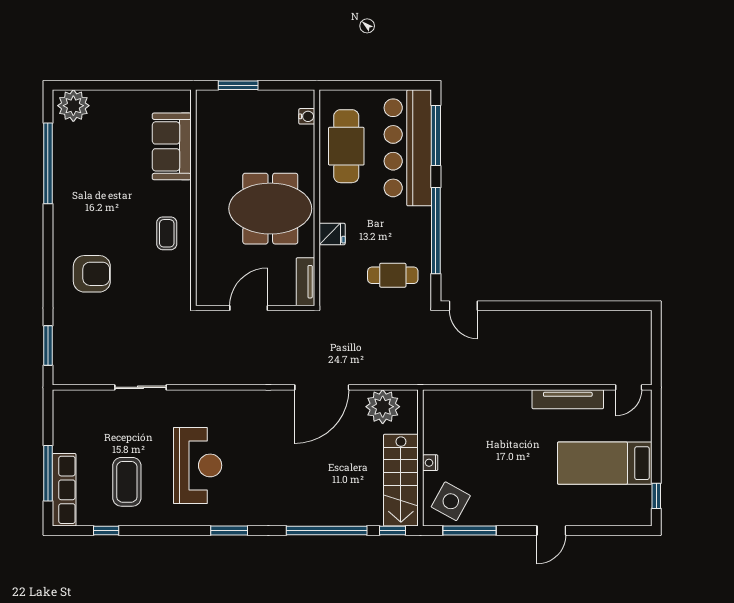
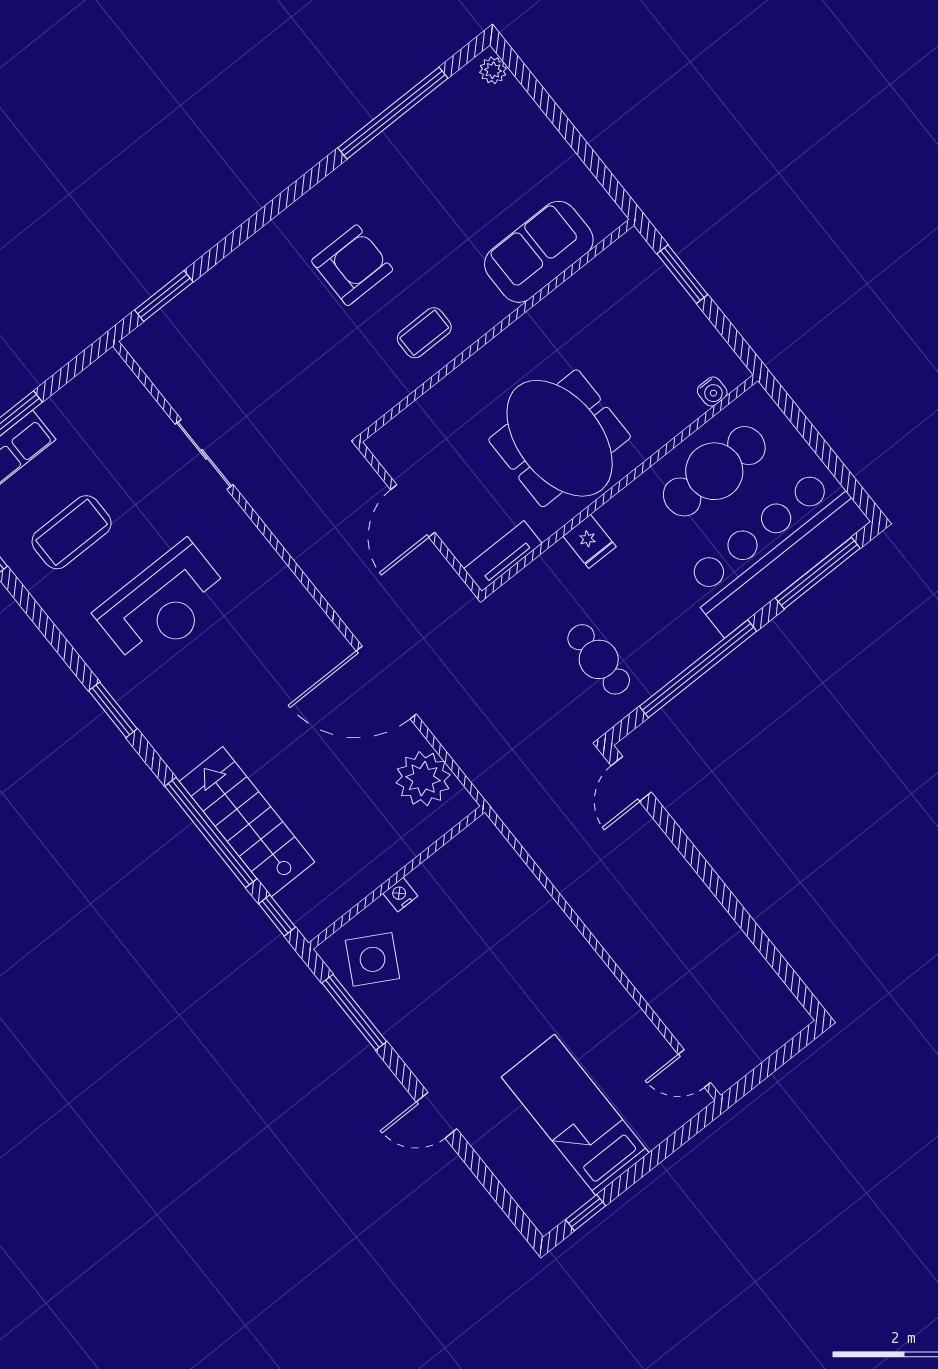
plant: (73, 106) -> (493, 70), width x0.53, depth x0.53
armchair: (92, 274) -> (352, 265), moved, turned -90
door: (249, 308) -> (413, 511), swing flipped
tv unit: (568, 399) -> (618, 1004), removed
stairs: (401, 480) -> (247, 822), moved, turned 90

